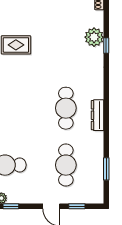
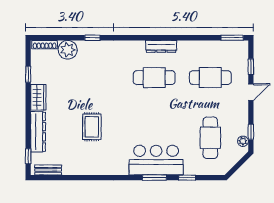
plant: (94, 37) -> (68, 50), moved
window: (106, 169) -> (232, 38), moved

